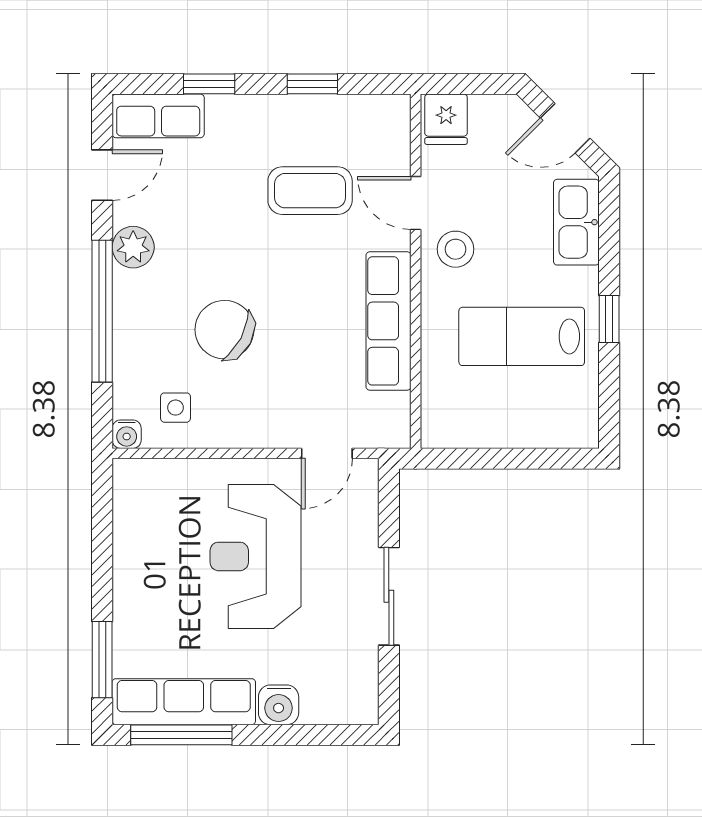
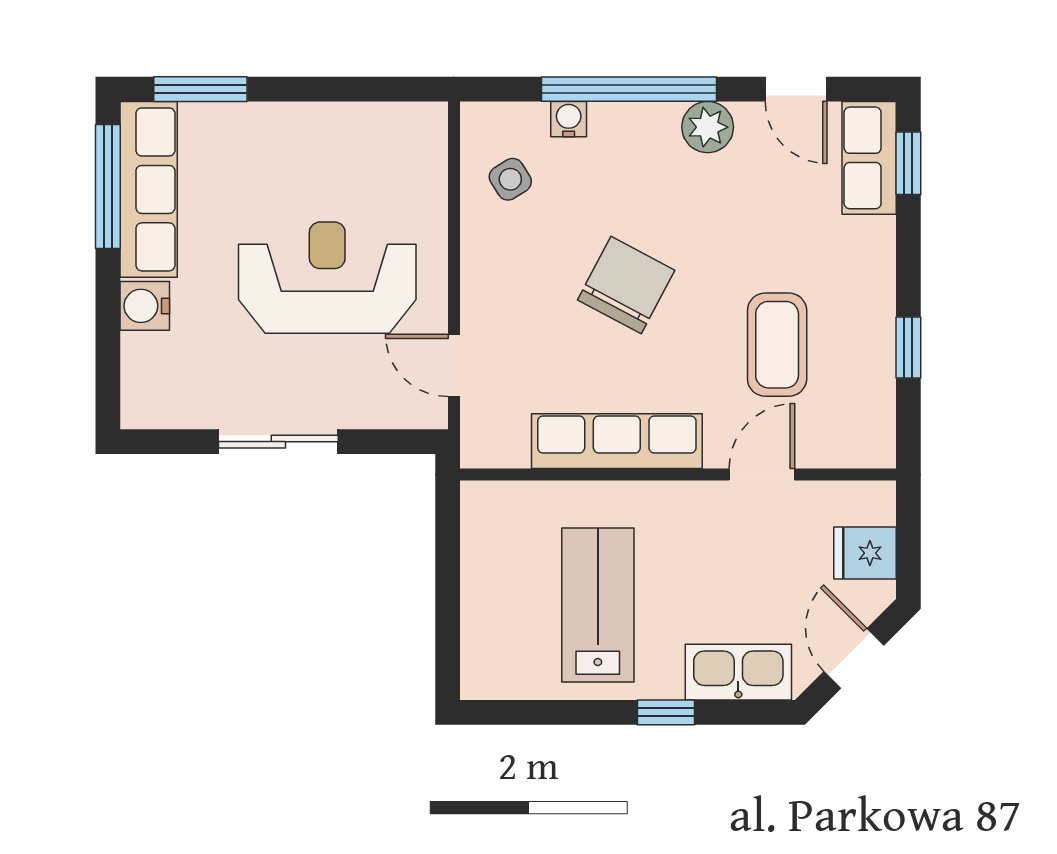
window: (209, 84) -> (908, 163), moved
fridge: (446, 119) -> (865, 553), moved
stool: (456, 249) -> (705, 524), removed
window: (609, 319) -> (666, 712), moved
chair: (224, 330) -> (626, 285), moved
side table: (176, 408) -> (510, 179), turned -32
water cooler: (127, 434) -> (569, 119), moved, turned 90

